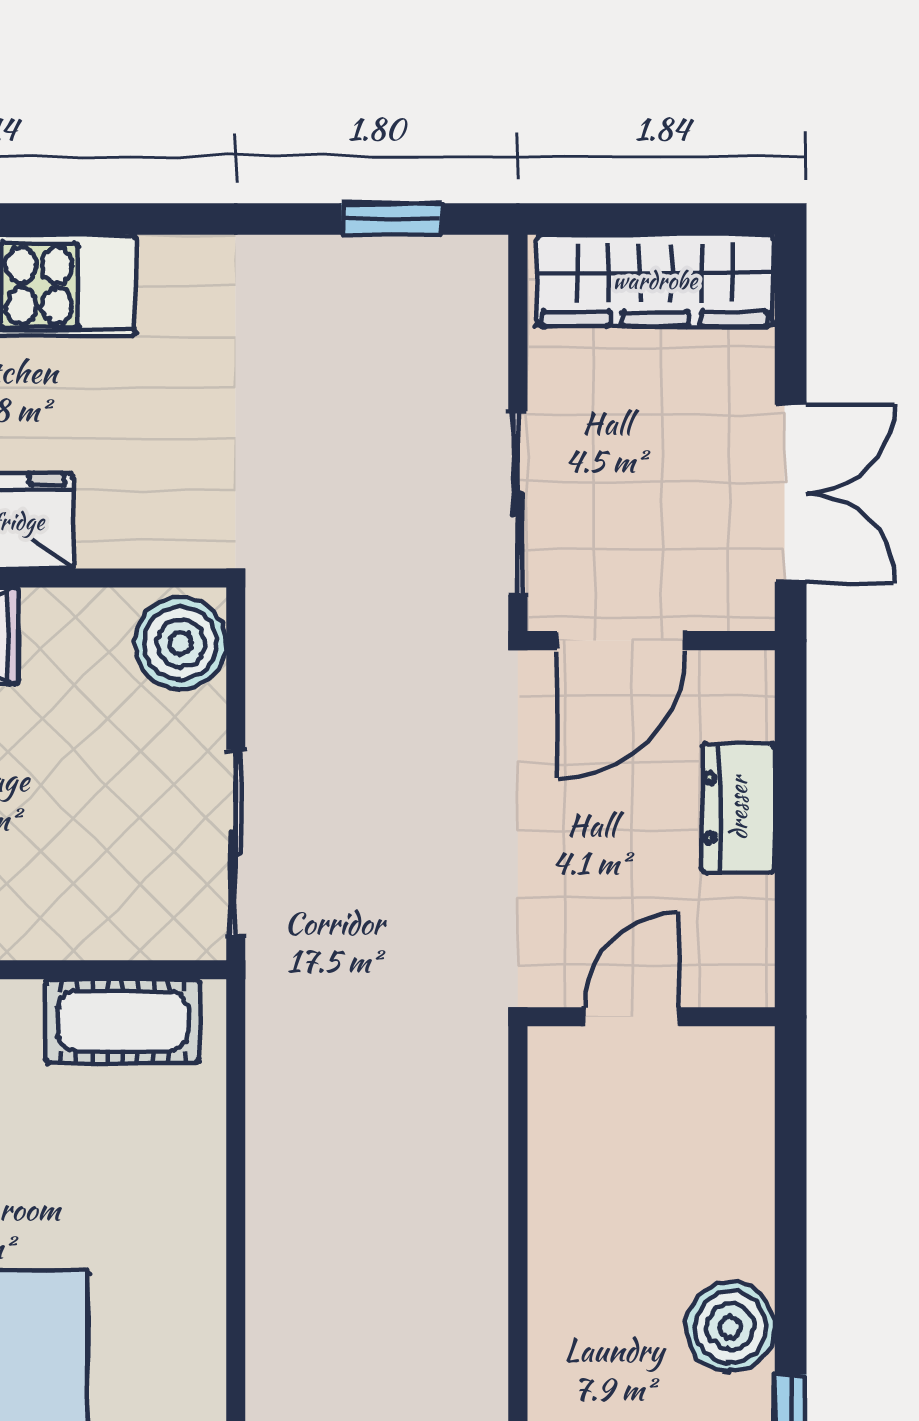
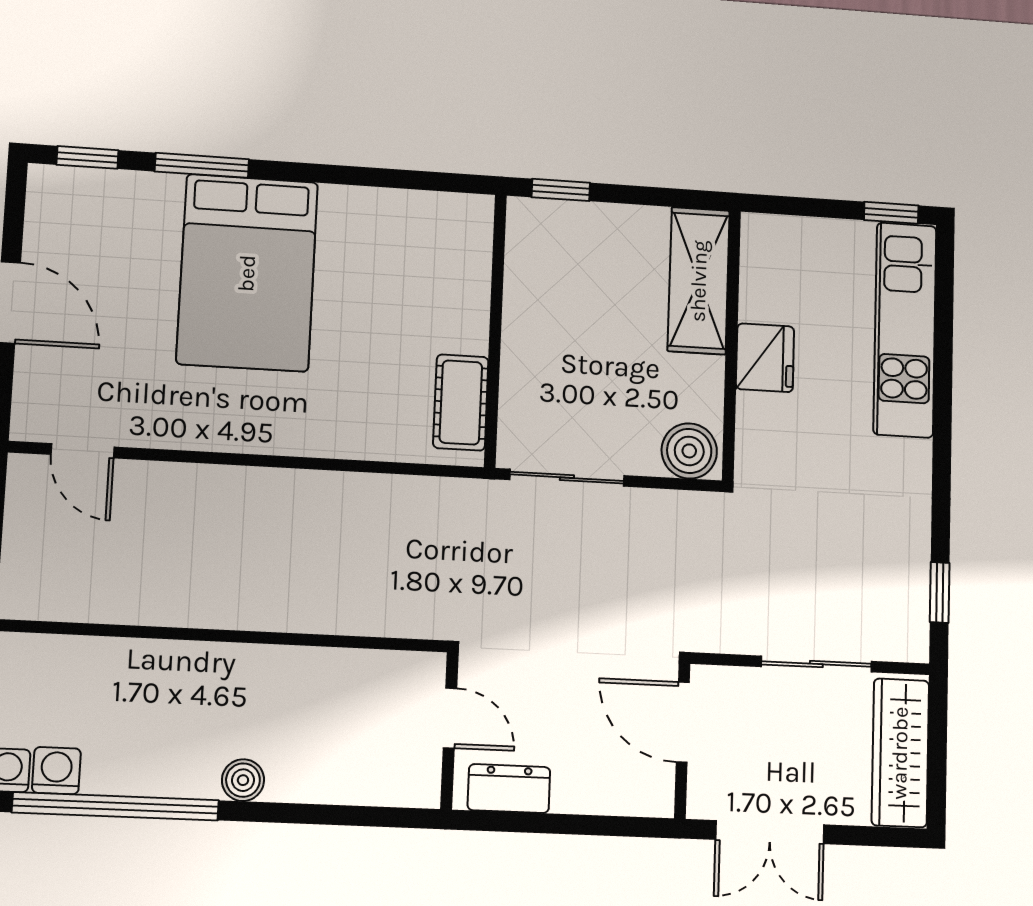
sliding door: (518, 503) -> (816, 664), moved
dresser: (738, 808) -> (509, 789), moved
boiler: (730, 1327) -> (243, 780), width x0.73, depth x0.73

